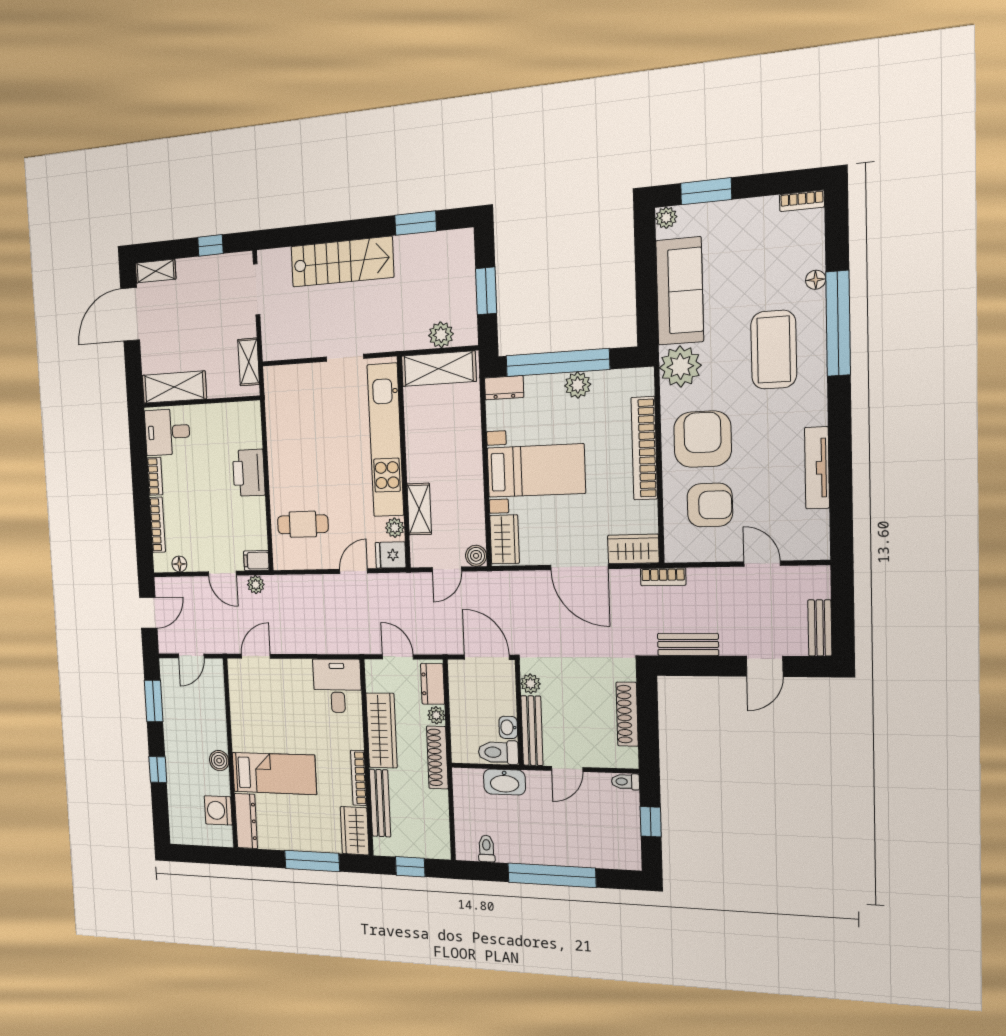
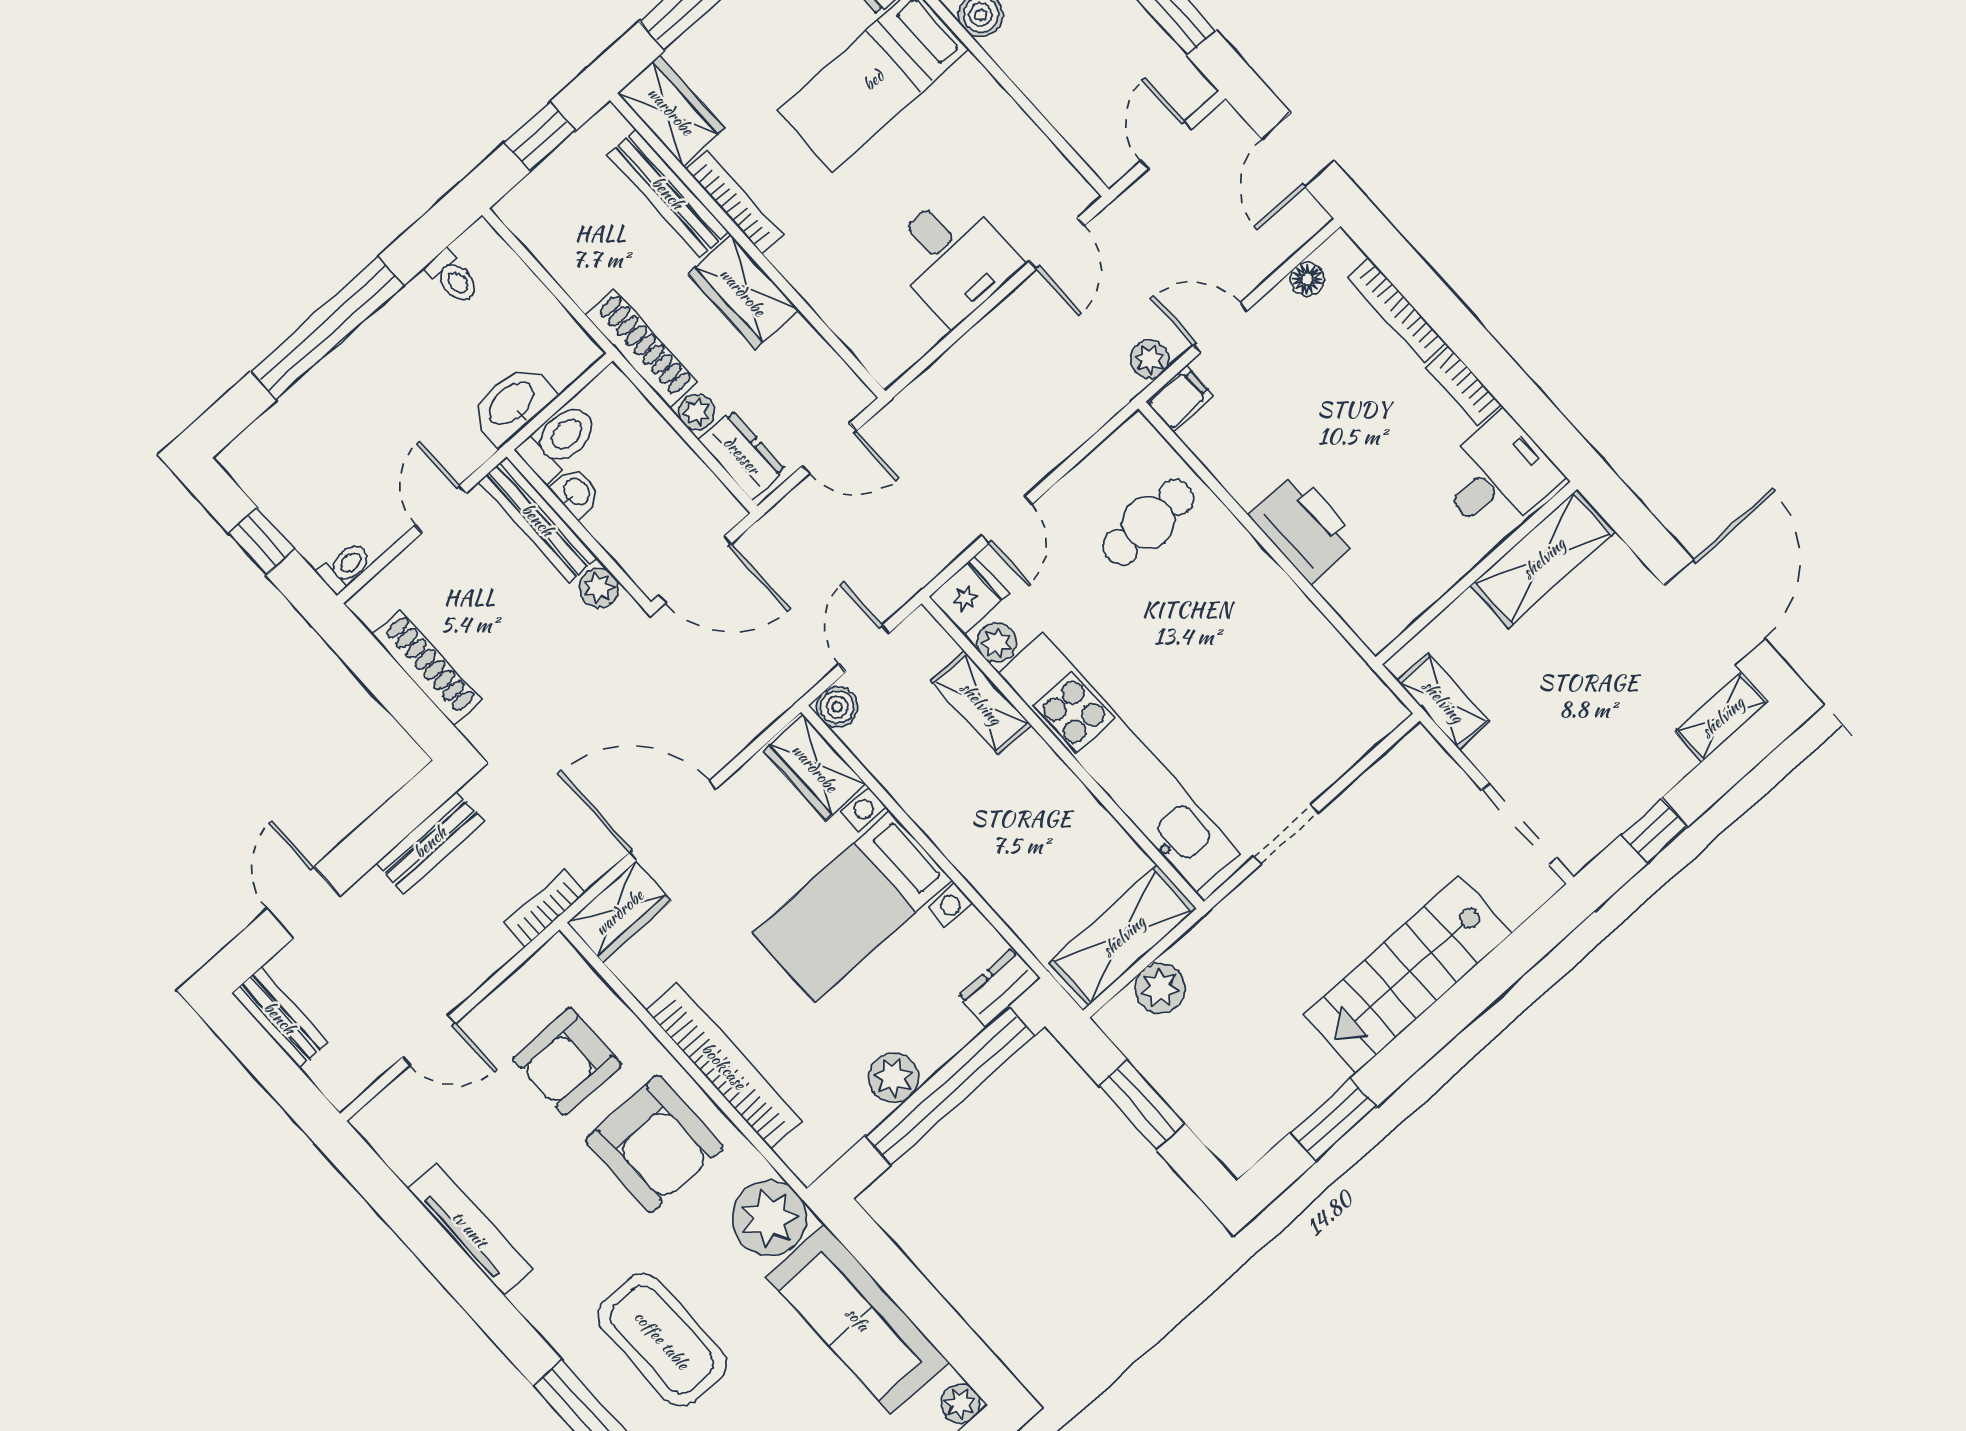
desk: (337, 686) -> (953, 257), moved
wardrobe: (381, 730) -> (743, 292), width x0.67

